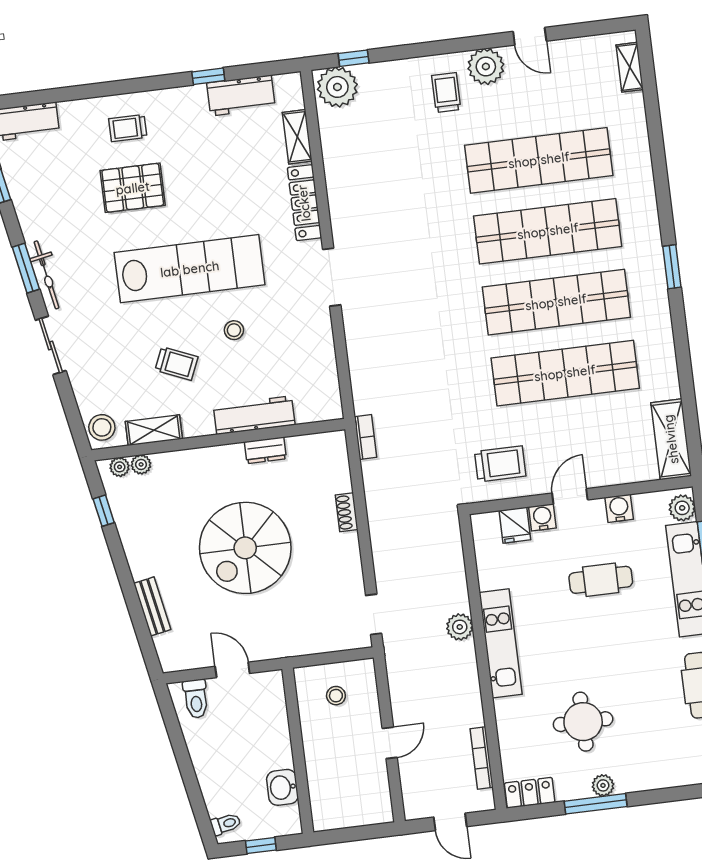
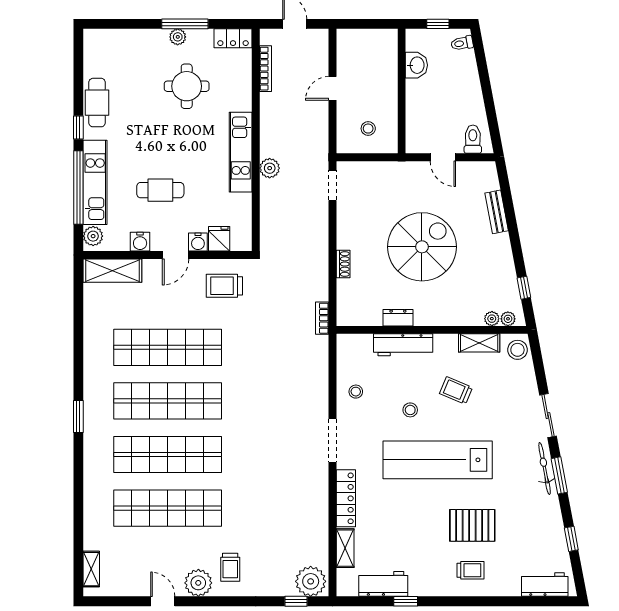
stool: (309, 346) -> (356, 392), added
shelving: (671, 439) -> (112, 271), moved, turned 90

